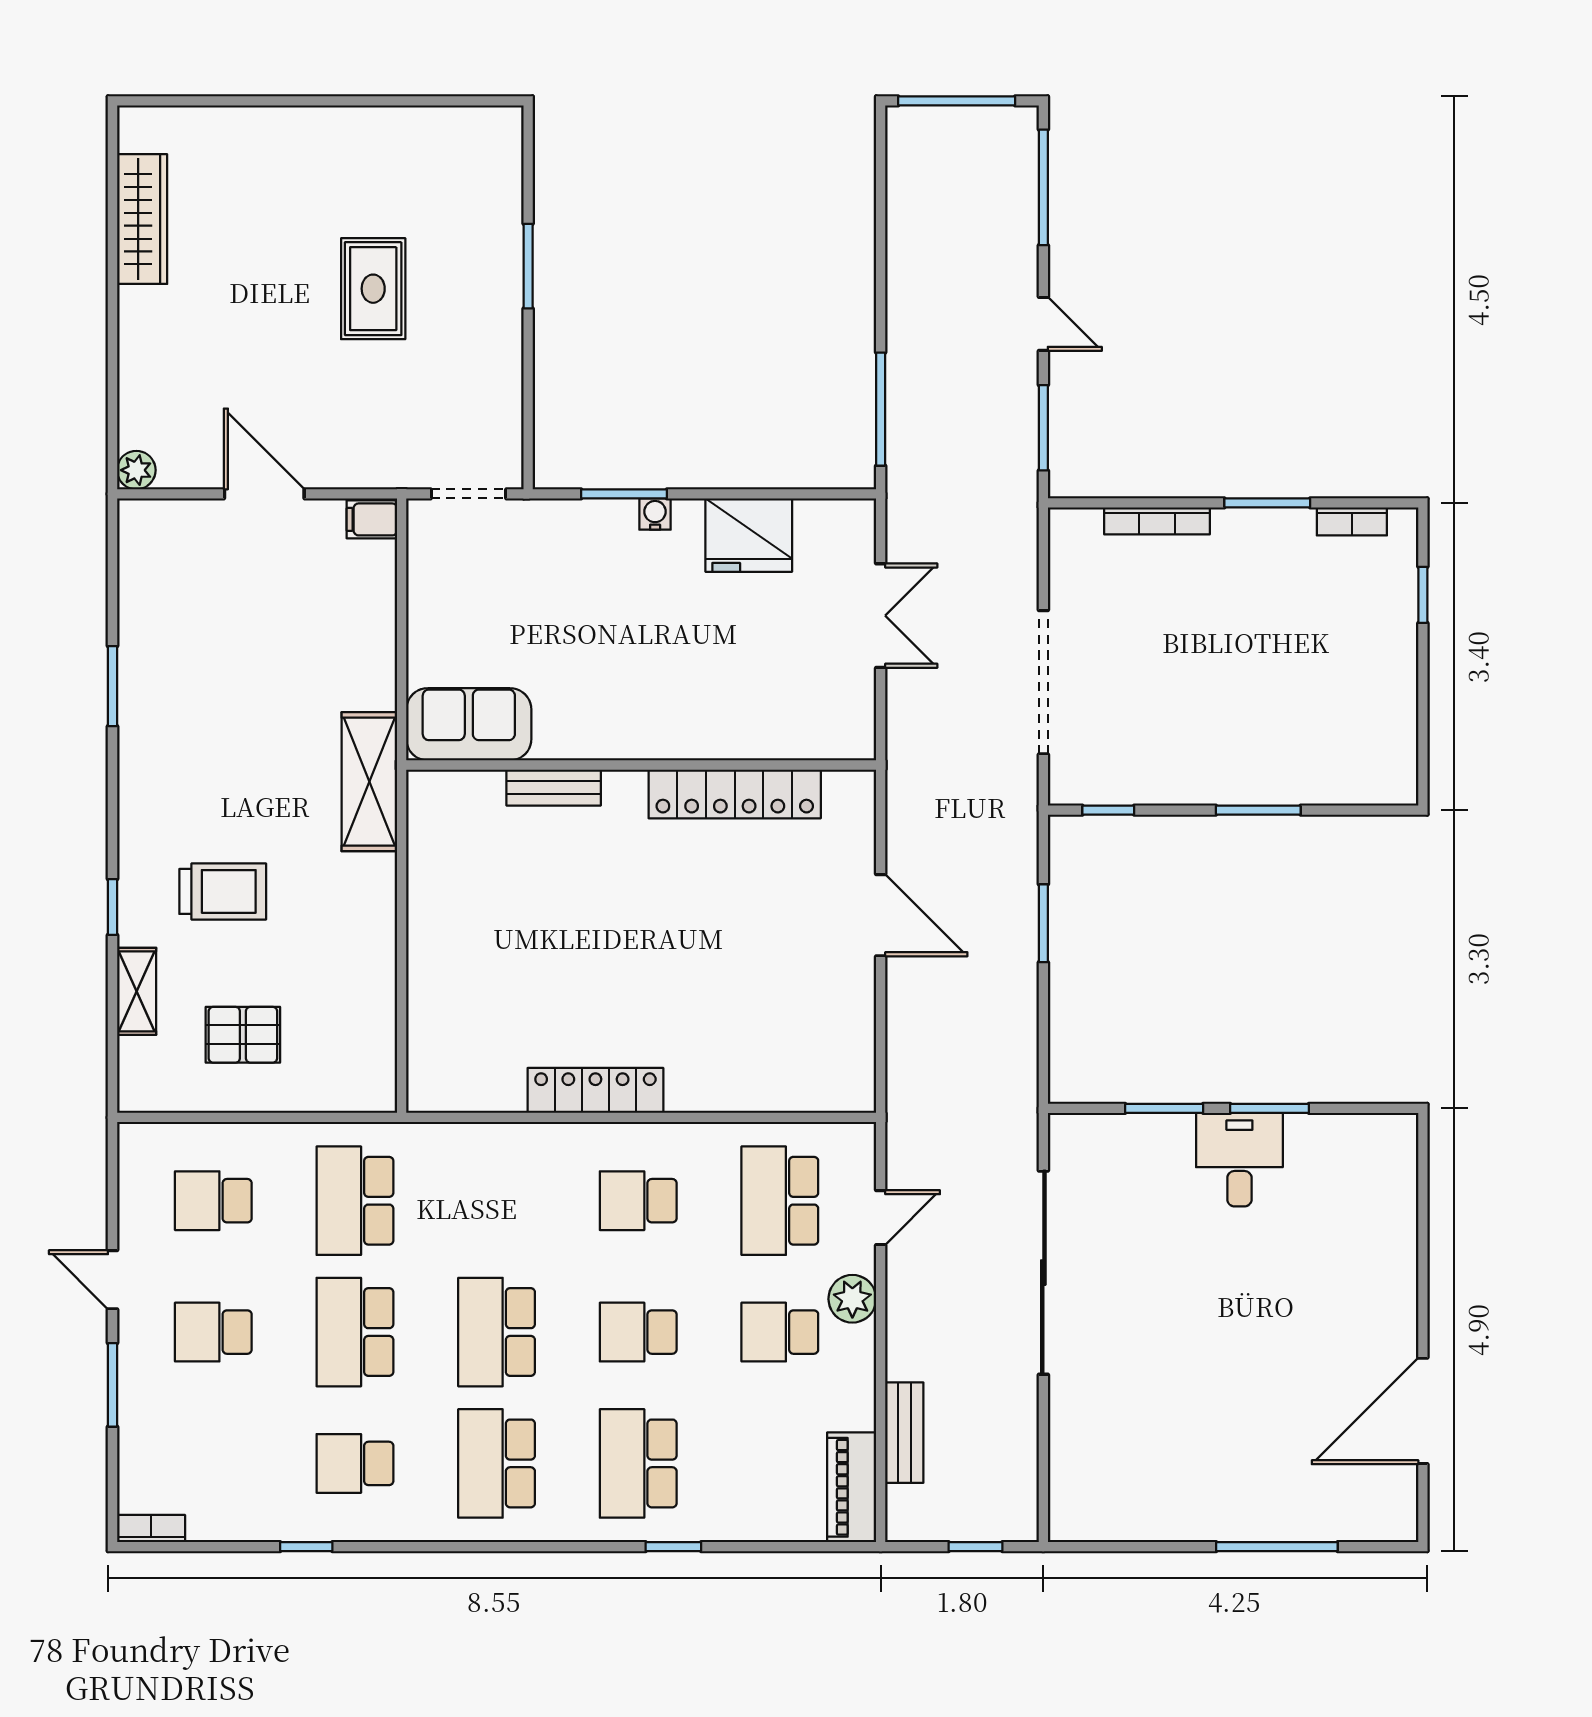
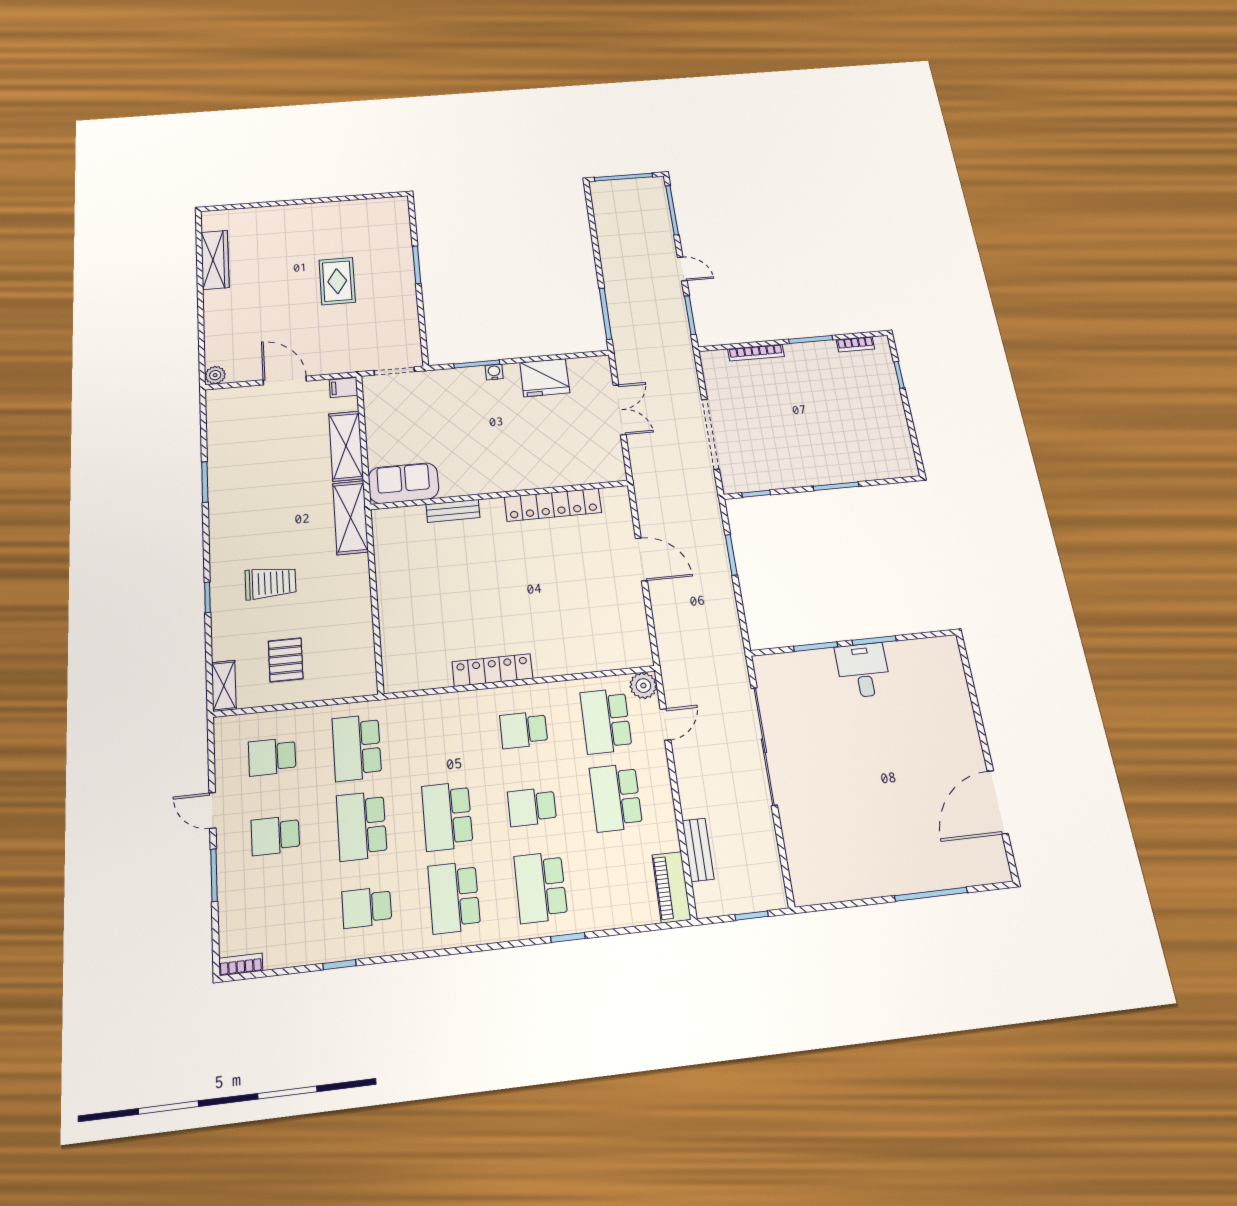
shelving: (370, 640) -> (346, 446), added
shelving: (137, 991) -> (224, 686), moved
pallet: (243, 1035) -> (286, 660), turned 90
plant: (852, 1299) -> (643, 686), moved
school desk: (780, 1332) -> (616, 798), width x1.85

